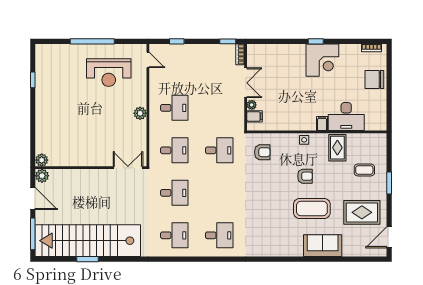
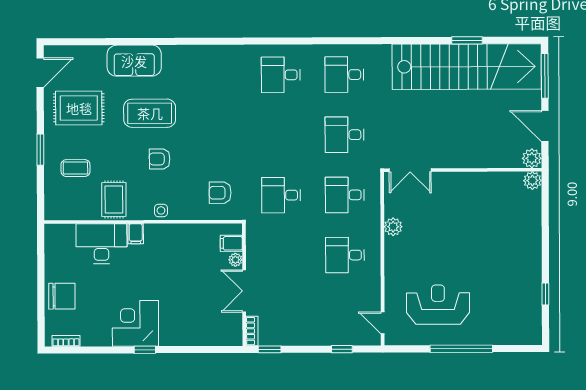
plant: (140, 113) -> (393, 227), moved

